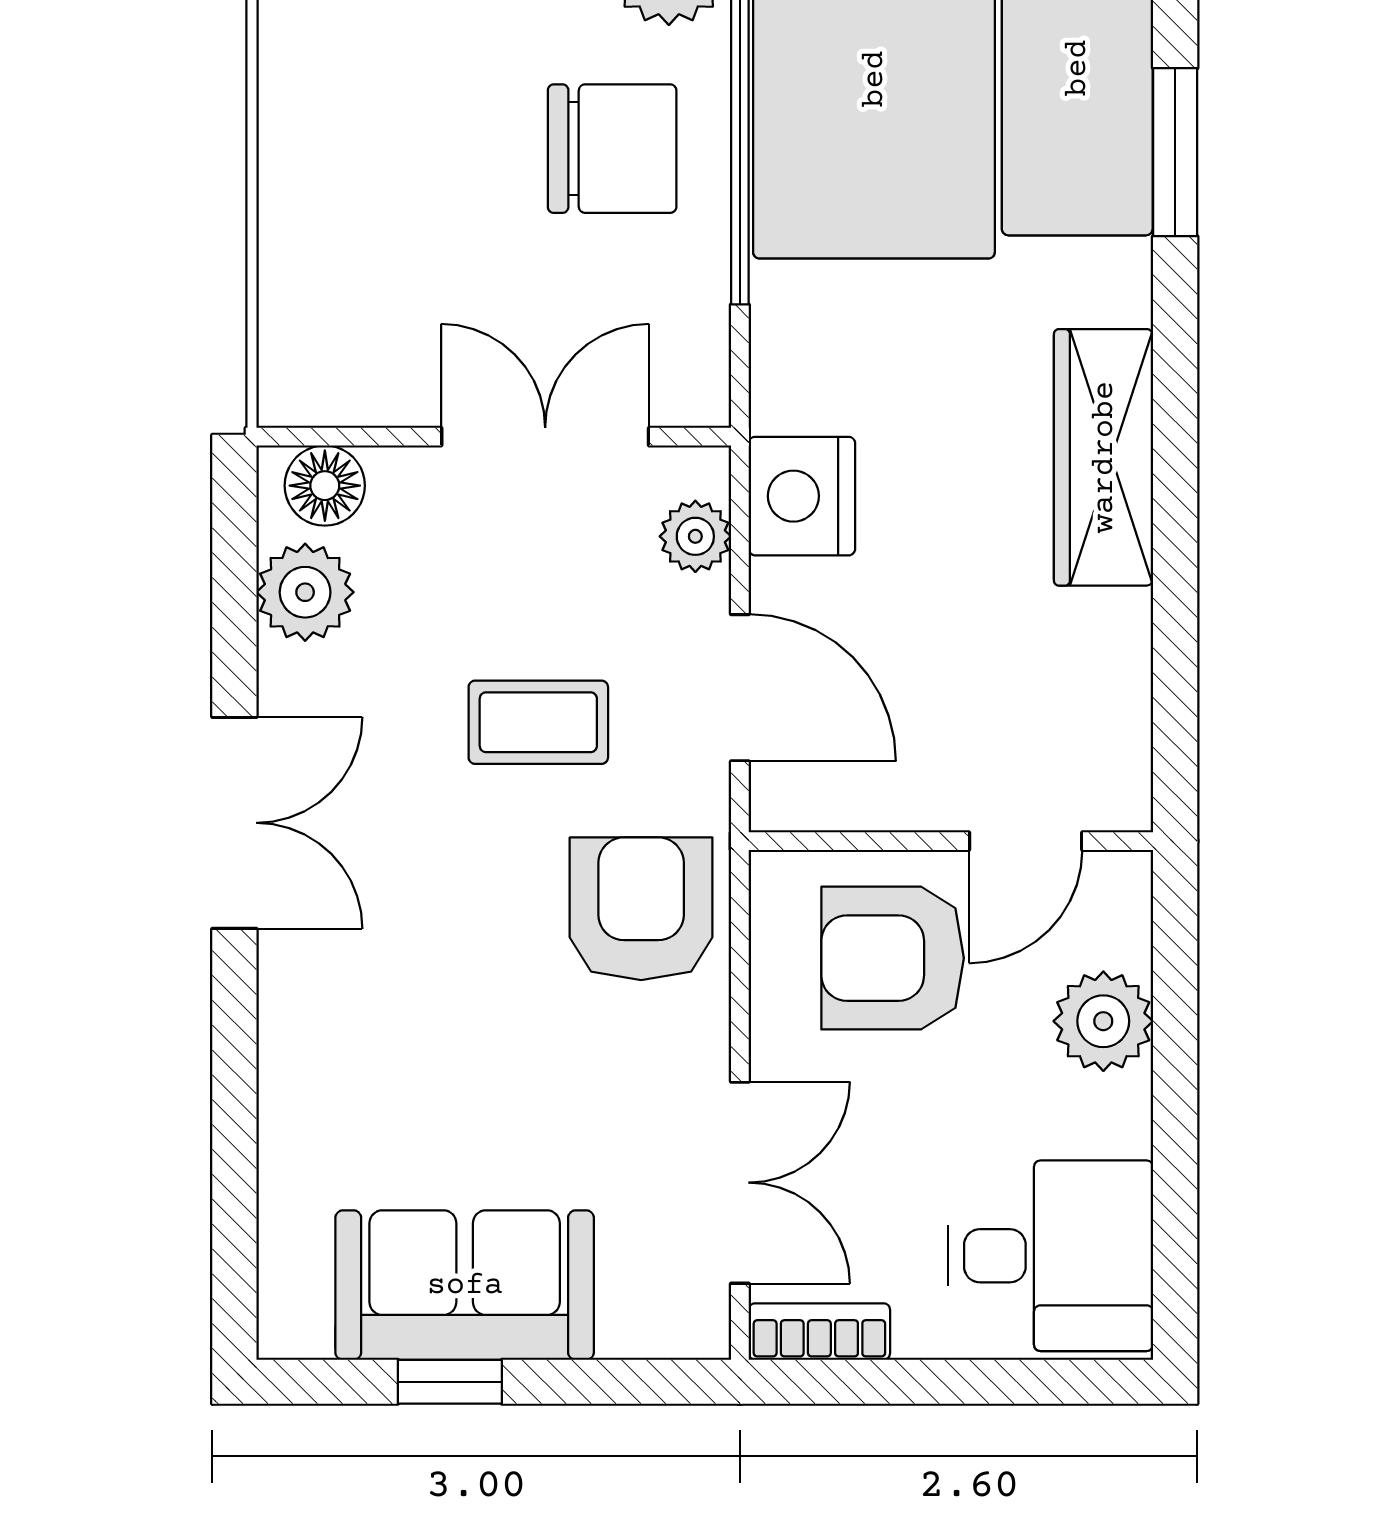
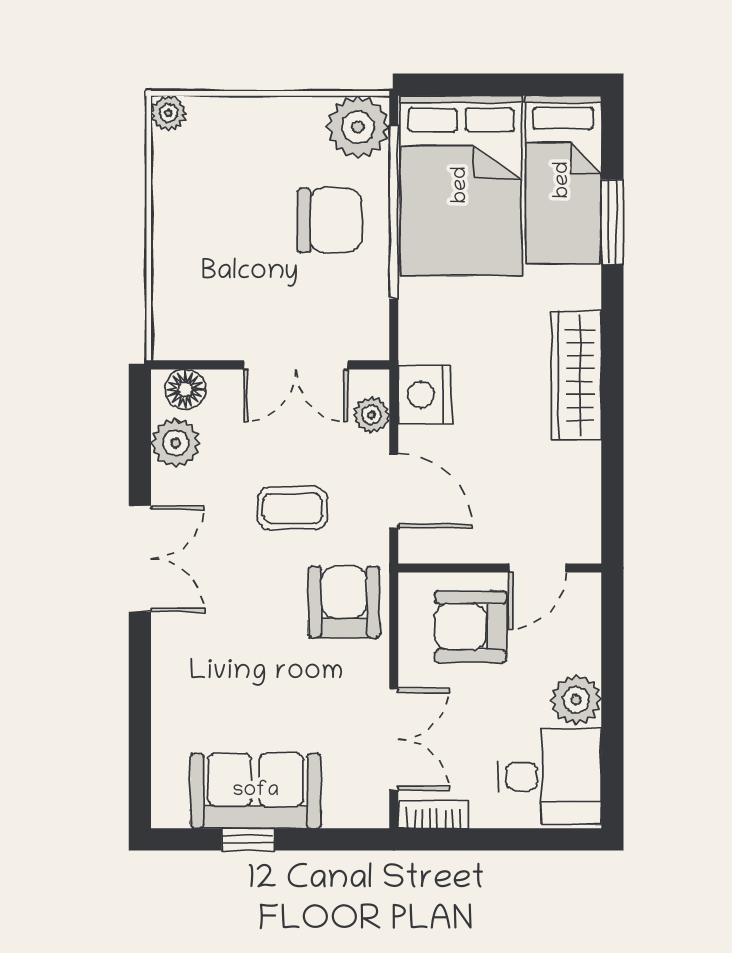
double door: (545, 437) -> (296, 365), swing flipped
plant: (1103, 1021) -> (576, 700), moved

